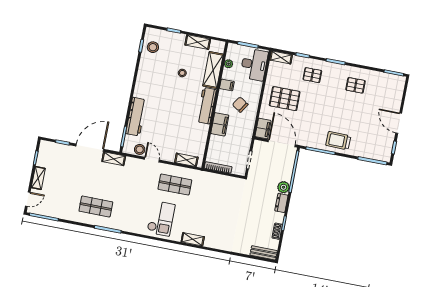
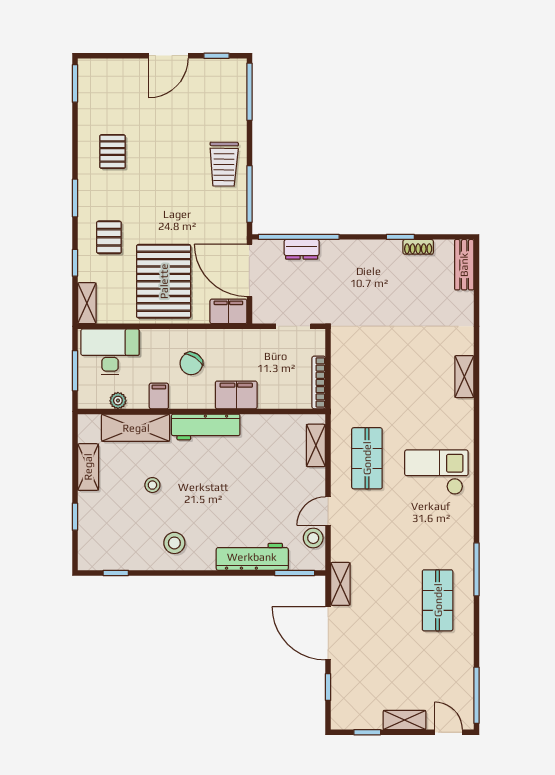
stool: (153, 47) -> (174, 543), moved
pallet: (285, 99) -> (164, 281), width x1.37, depth x1.41
door: (282, 143) -> (249, 270), hinge flipped
plant: (283, 187) -> (332, 251), removed
dresser: (281, 203) -> (302, 249), moved
shelving: (193, 239) -> (464, 377), moved

